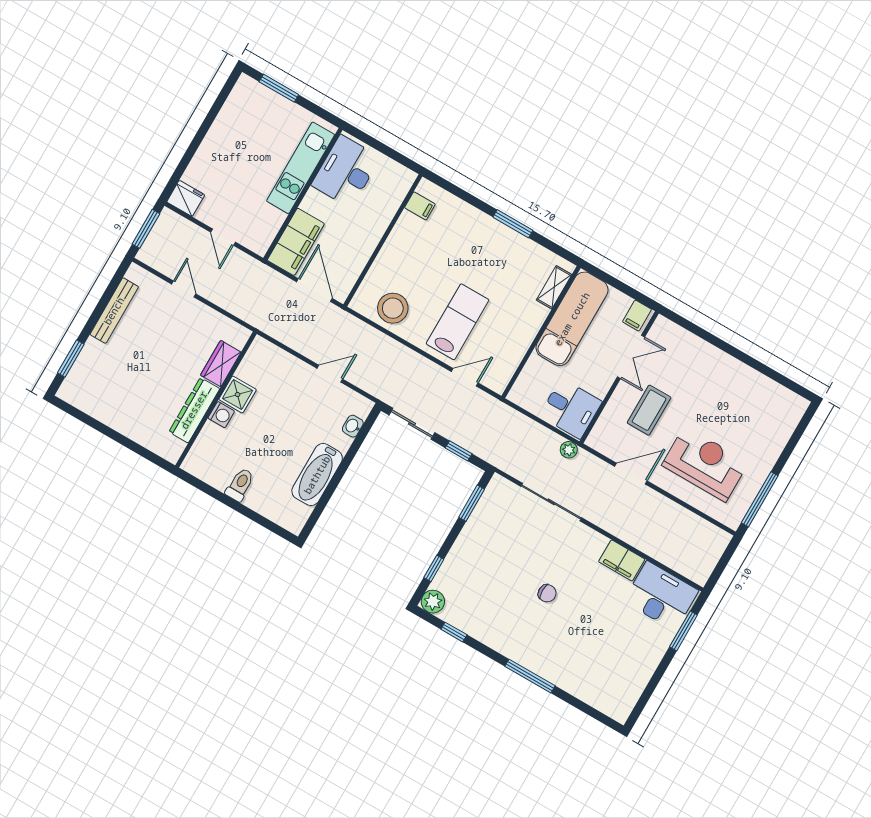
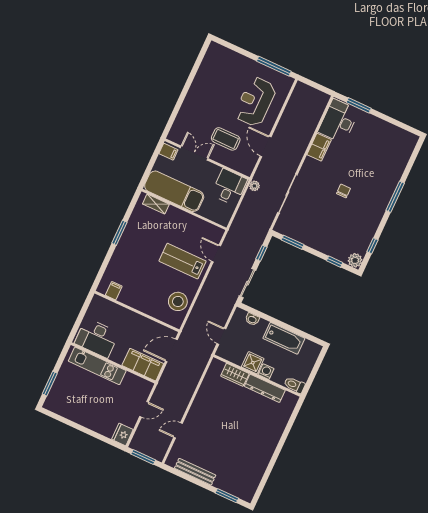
wardrobe: (221, 364) -> (235, 375), moved
shower: (238, 395) -> (253, 363), moved
wall: (216, 400) -> (257, 376), moved
dresser: (194, 410) -> (265, 388), moved
washing machine: (221, 415) -> (266, 372), moved

